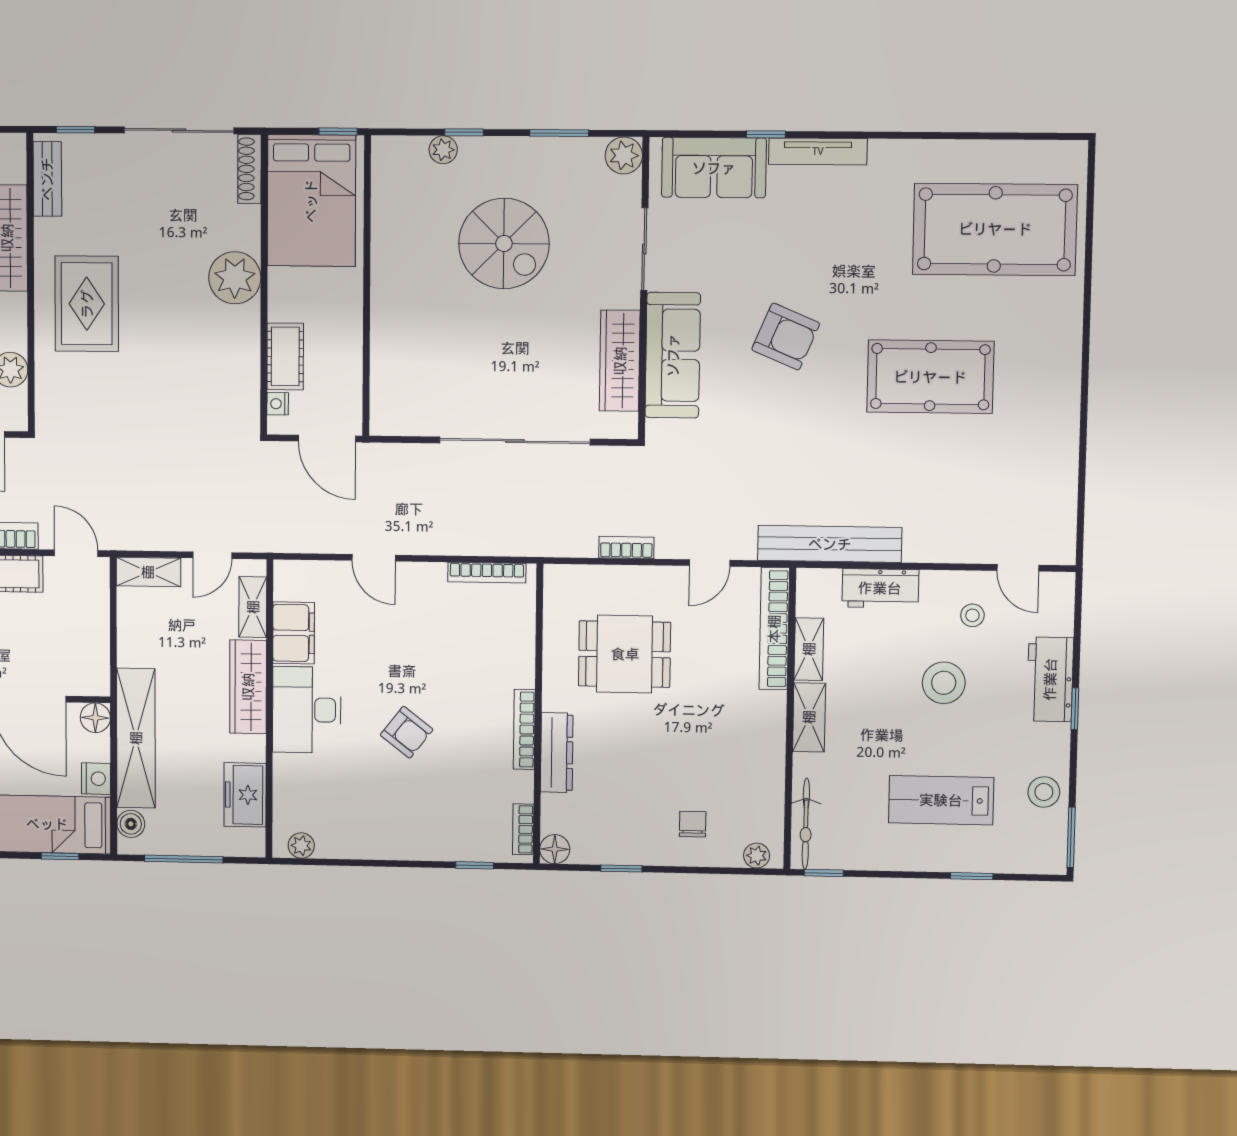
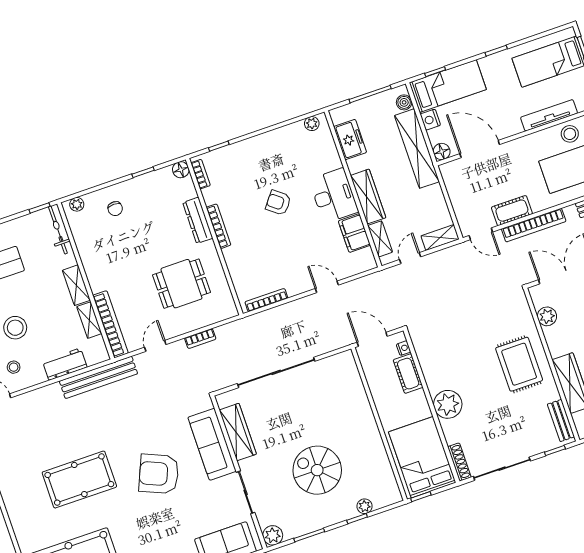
armchair: (786, 336) -> (159, 474), width x1.36, depth x1.36

